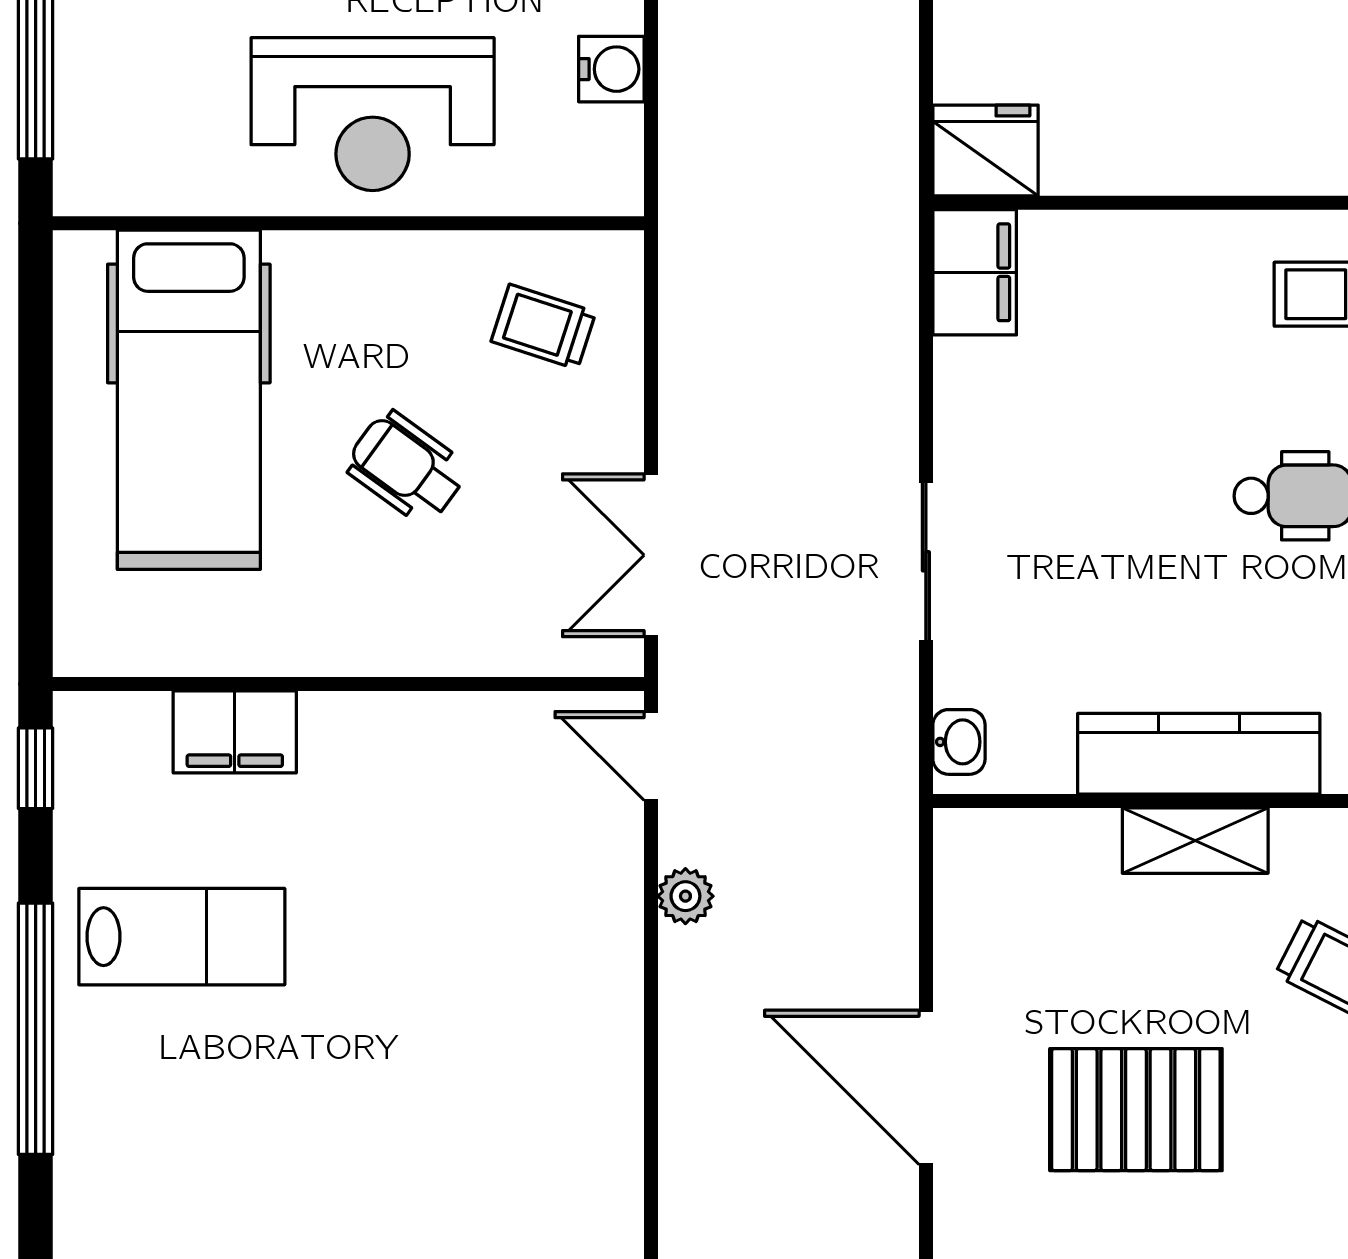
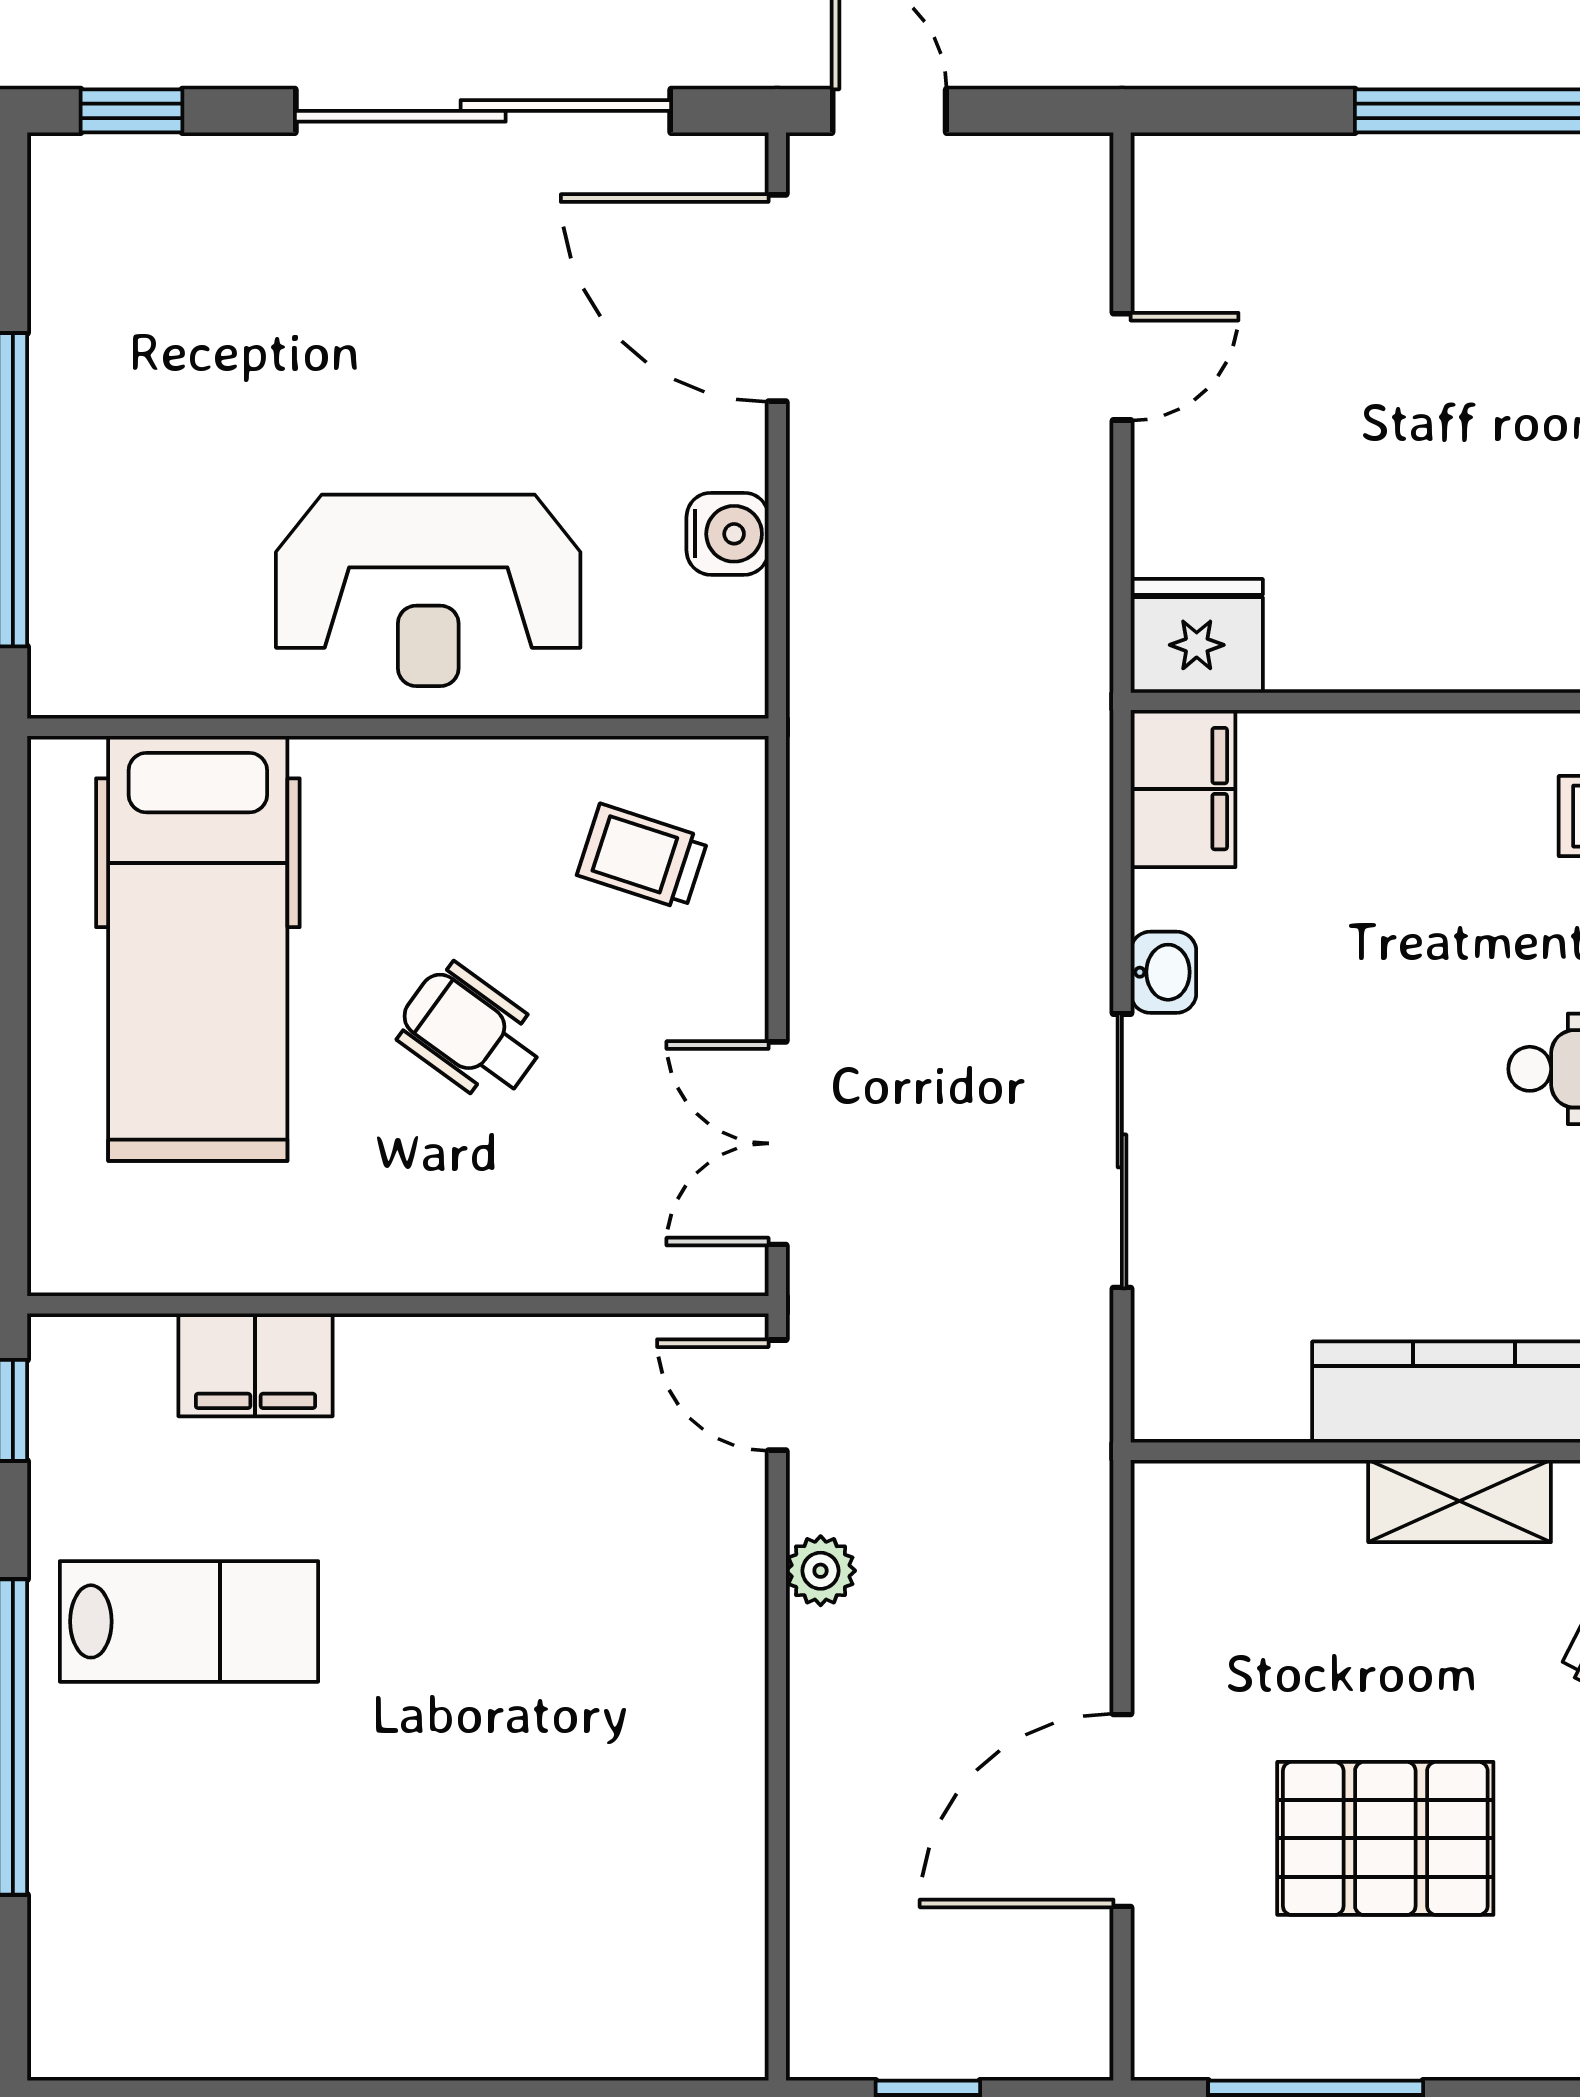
sliding door: (926, 561) -> (1122, 1151), width x1.37
washbasin: (959, 742) -> (1163, 972), moved
door: (926, 1087) -> (1122, 1811), hinge flipped

